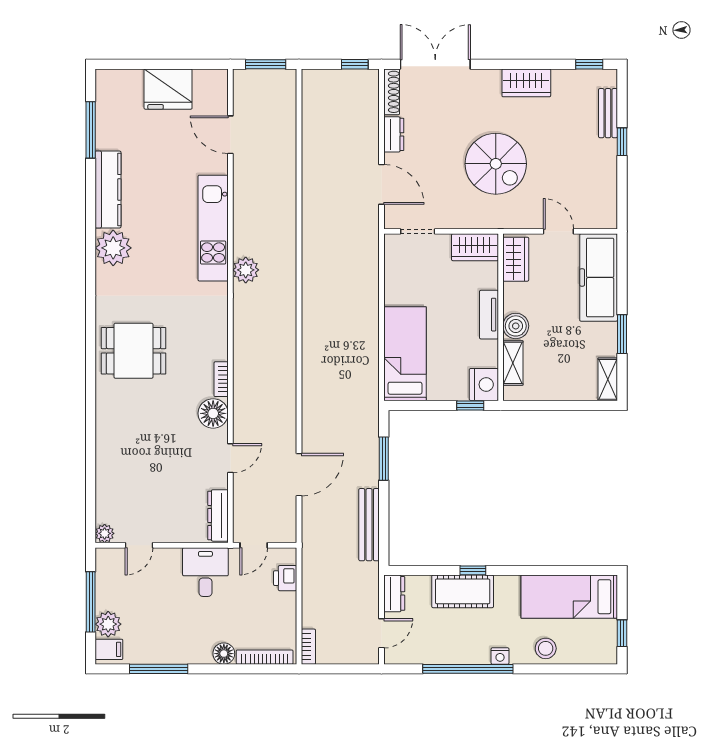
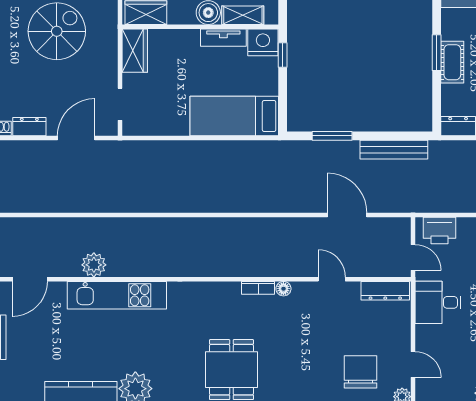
plant: (246, 270) -> (94, 265), moved
tv unit: (489, 315) -> (223, 38), moved
floor lamp: (213, 413) -> (283, 289), width x0.53, depth x0.53
chair: (131, 489) -> (361, 372), added
window: (473, 570) -> (437, 53), width x1.50
printer: (285, 578) -> (439, 230), width x1.36, depth x1.24
cot: (463, 591) -> (452, 62), width x0.73, depth x0.75

